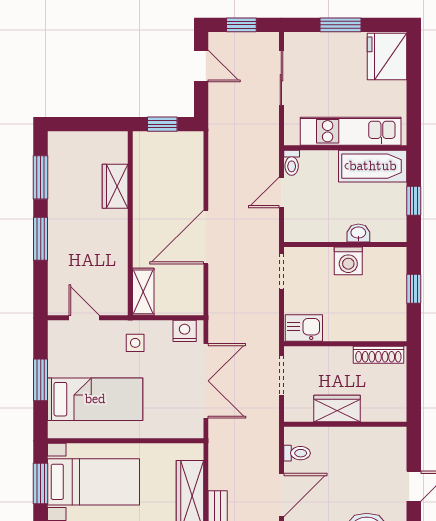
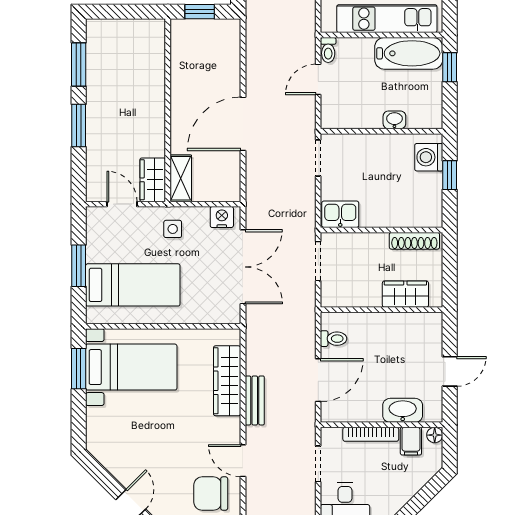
wardrobe: (115, 186) -> (153, 180), moved
window: (414, 201) -> (450, 67), moved
washing machine: (348, 261) -> (429, 157), moved, turned 90
wardrobe: (337, 408) -> (405, 294), moved

